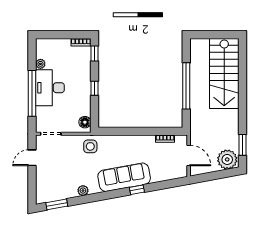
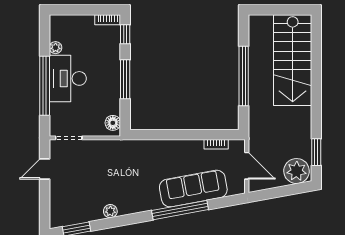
window: (94, 88) -> (125, 79), width x2.17
side table: (90, 146) -> (120, 154), removed
sofa: (124, 177) -> (193, 188), moved
window: (137, 190) -> (180, 210), width x3.17

